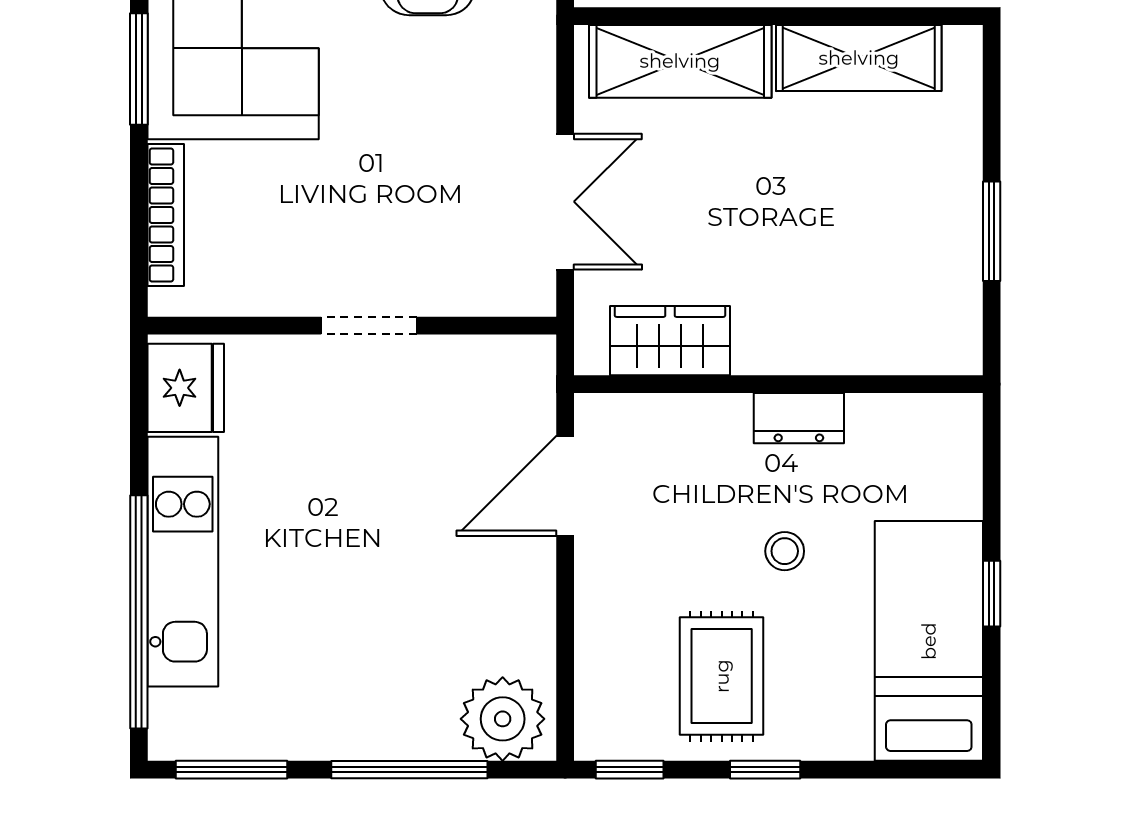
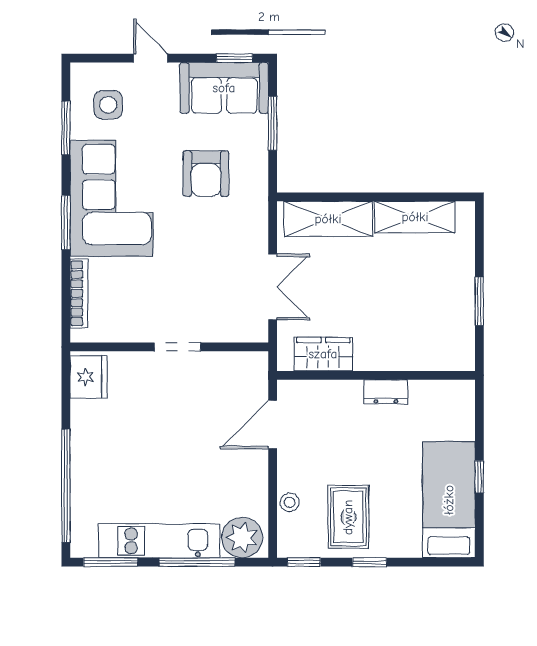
stool: (785, 551) -> (290, 502), moved
kitchen unit: (183, 562) -> (159, 541), moved, turned -90

